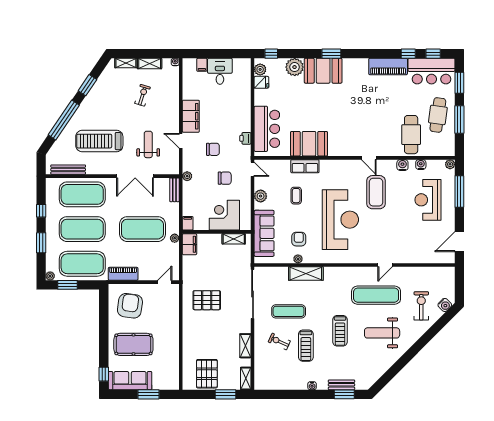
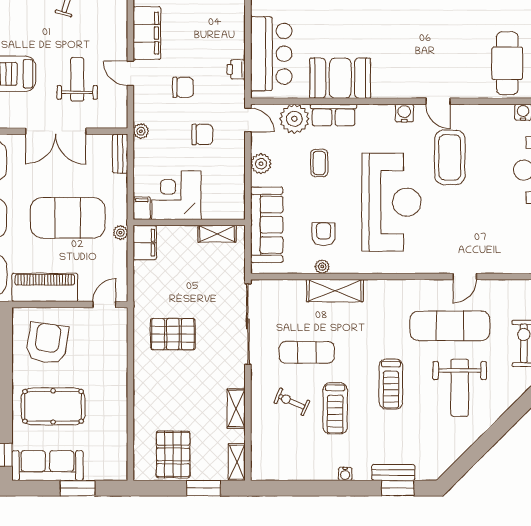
water cooler: (402, 165) -> (404, 113), moved
plant: (281, 169) -> (294, 119), added
corner desk: (224, 215) -> (176, 195), moved
piano: (123, 274) -> (45, 287), width x1.37, depth x1.33
weight bench: (382, 333) -> (460, 388), turned -90

